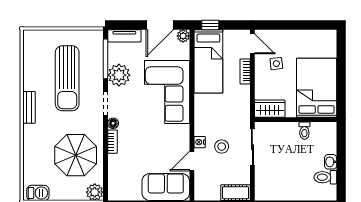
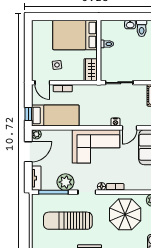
door: (160, 25) -> (28, 152), hinge flipped
door: (252, 44) -> (42, 83), swing flipped
sun lounger: (67, 78) -> (68, 221), turned 180
corner sofa: (167, 92) -> (96, 146), moved
stool: (222, 147) -> (119, 106), removed
door: (192, 161) -> (130, 128), hinge flipped

